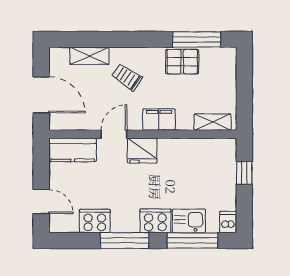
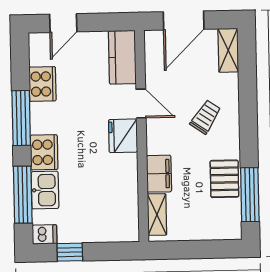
shelving: (89, 56) -> (228, 50), moved
filing cabinet: (159, 120) -> (159, 174), moved
window: (244, 173) -> (70, 252), moved

